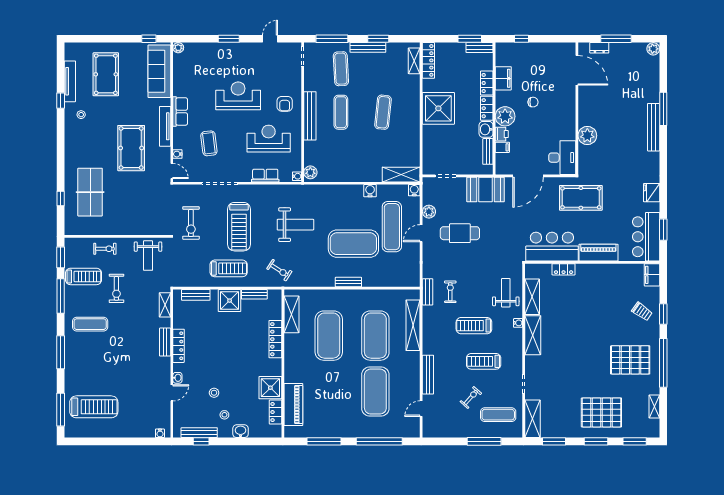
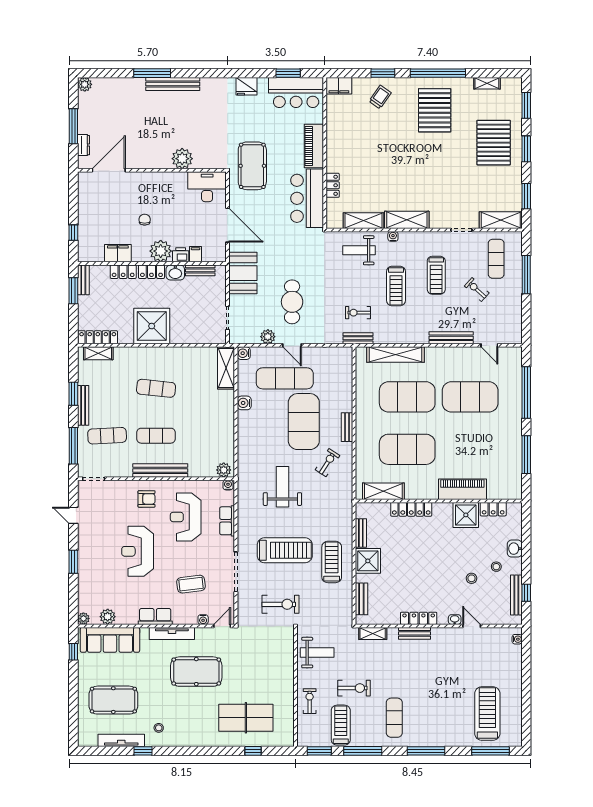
plant: (180, 69) -> (108, 617), added
exercise bike: (279, 270) -> (327, 463), moved
piano: (293, 405) -> (462, 489), moved

